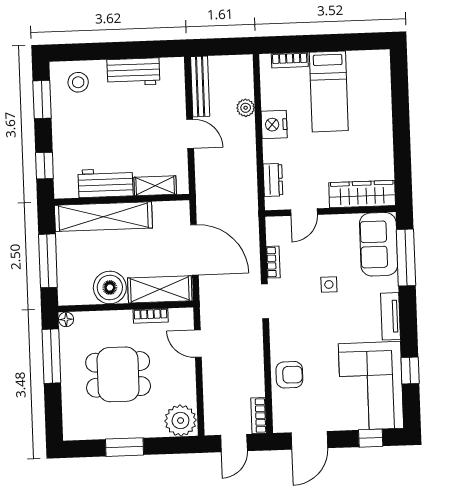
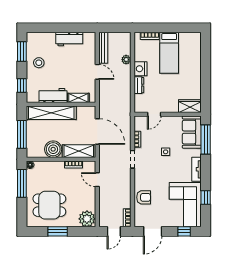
stool: (78, 82) -> (39, 63), moved
dresser: (273, 180) -> (139, 85), moved
wardrobe: (362, 194) -> (190, 106), width x0.67
dining table: (118, 374) -> (49, 205), moved

